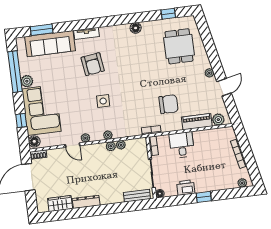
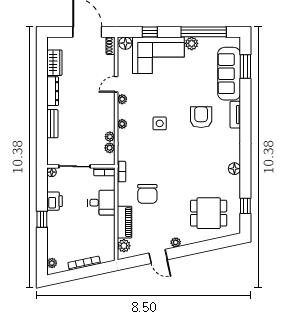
armchair: (93, 64) -> (201, 117), turned 98
plant: (111, 146) -> (110, 148), moved
bench: (137, 196) -> (52, 124), moved

